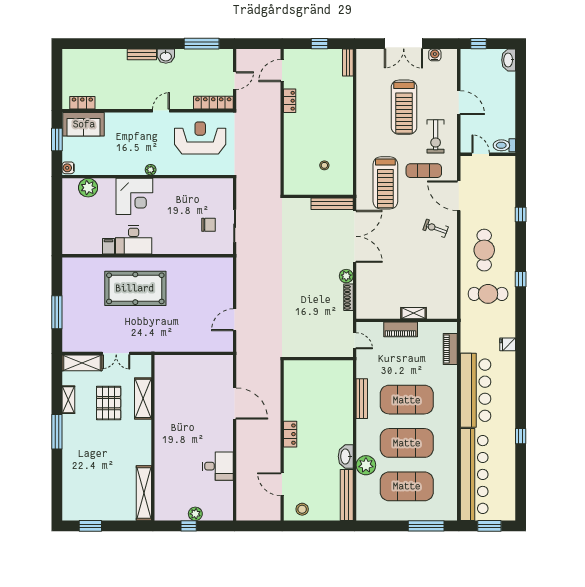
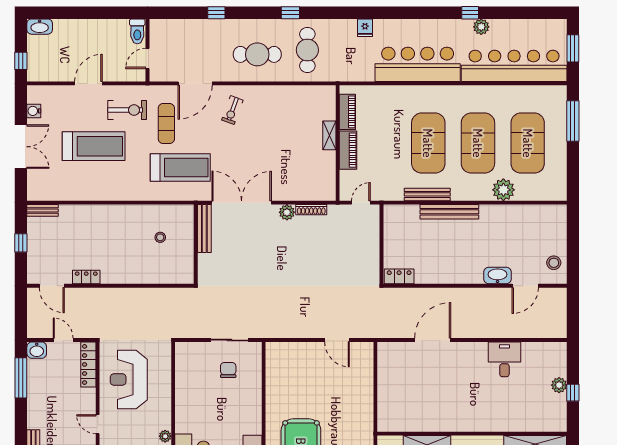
washbasin: (166, 56) -> (37, 350), moved, turned 90
piano: (450, 349) -> (347, 112), moved, turned -90
locker: (290, 434) -> (399, 276), moved
plant: (508, 446) -> (481, 27), added
washbasin: (346, 456) -> (498, 276), moved, turned 180
bench: (347, 495) -> (449, 212), moved

